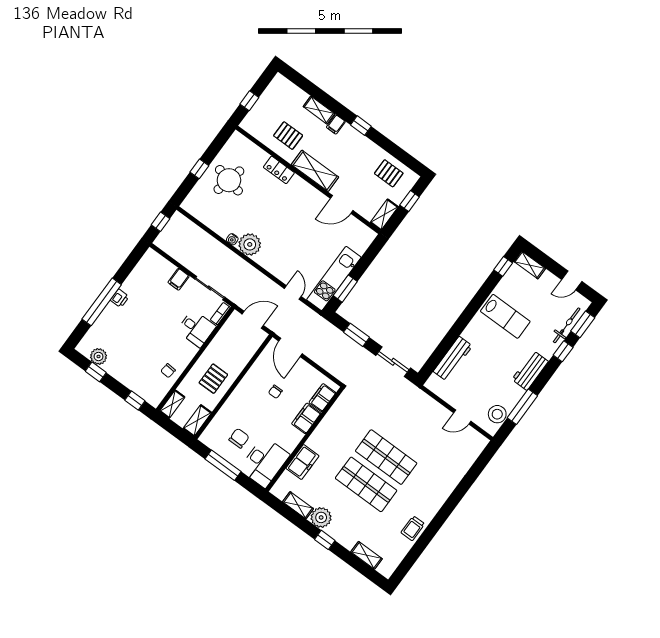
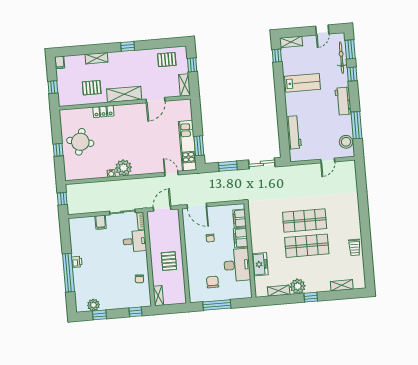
filing cabinet: (336, 124) -> (60, 62), moved
shelving: (197, 421) -> (180, 293), removed
desk: (264, 462) -> (237, 265), moved

